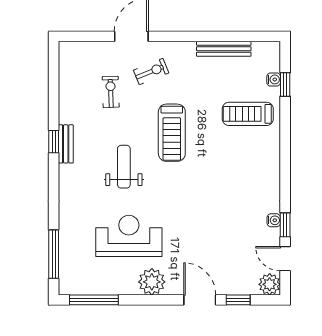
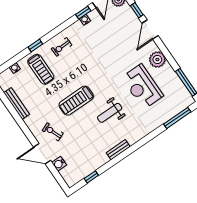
water cooler: (102, 50) -> (59, 164), added
window: (285, 84) -> (35, 46), moved
exercise bike: (111, 92) -> (62, 47), moved
treadmill: (172, 133) -> (76, 101), turned 180
window: (54, 142) -> (91, 177), moved

